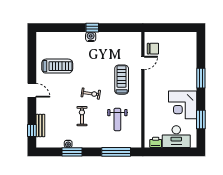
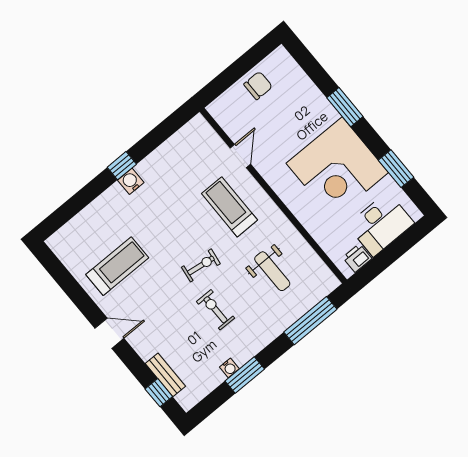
chair: (153, 49) -> (258, 86), moved
corner desk: (183, 105) -> (337, 168), width x1.36, depth x1.36

